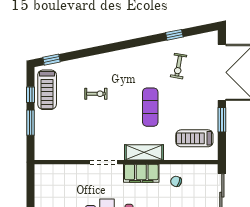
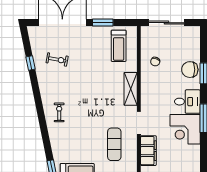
exercise bike: (96, 94) -> (59, 112), moved
exercise mat: (150, 107) -> (114, 144), moved, turned 90
filing cabinet: (141, 173) -> (148, 151), moved

